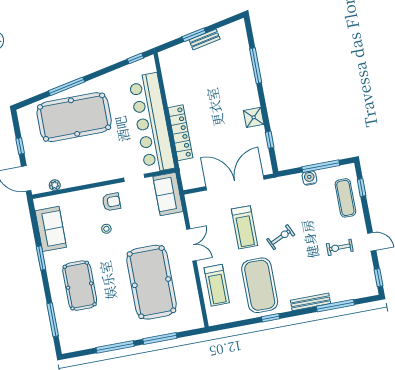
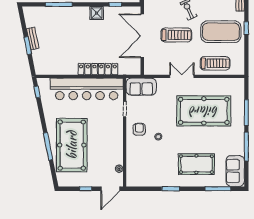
sofa: (51, 229) -> (235, 171), moved, turned -90

